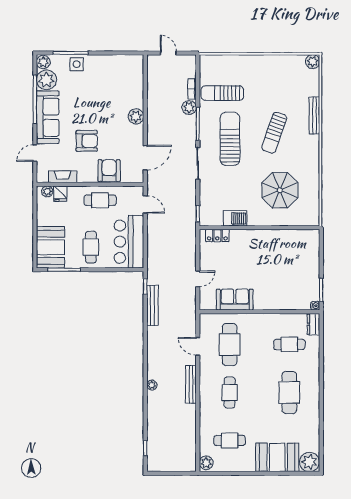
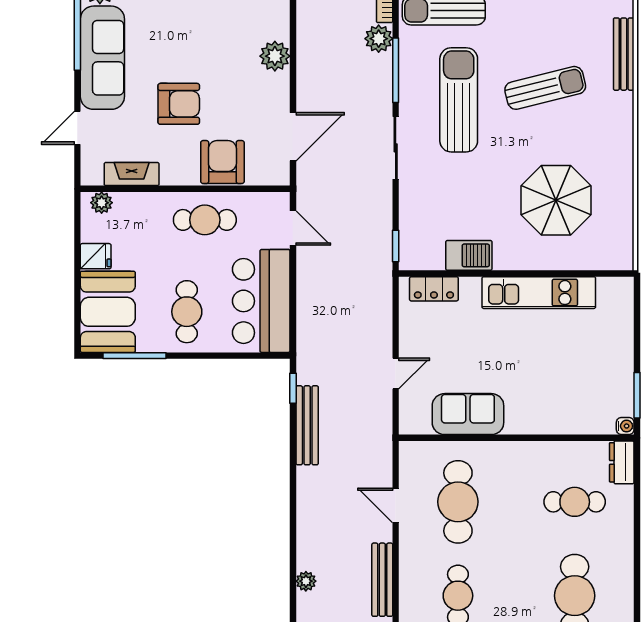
sun lounger: (274, 133) -> (545, 88), turned -123
fridge: (60, 194) -> (96, 256), moved, turned -90
kitchen unit: (271, 237) -> (539, 293), added

